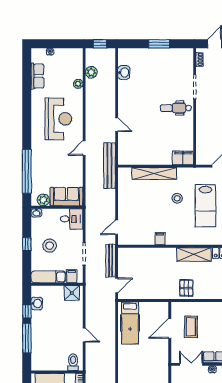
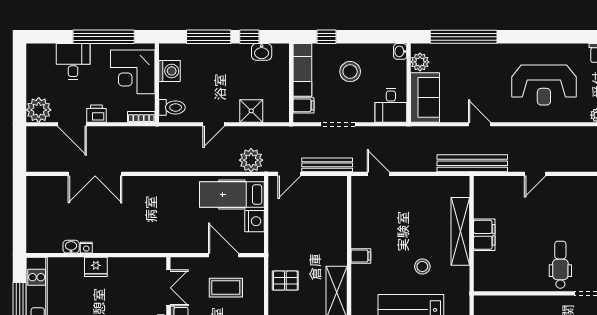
door: (84, 148) -> (479, 124), moved
filing cabinet: (183, 158) -> (484, 235), moved
filing cabinet: (160, 239) -> (361, 256), moved
window: (27, 244) -> (327, 37), moved
door: (117, 285) -> (289, 174), hinge flipped
shower: (72, 293) -> (251, 111), moved
nightstand: (147, 308) -> (255, 221), added
plant: (108, 310) -> (251, 160), added
washing machine: (49, 364) -> (169, 71), added

